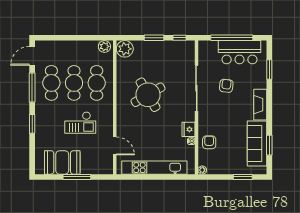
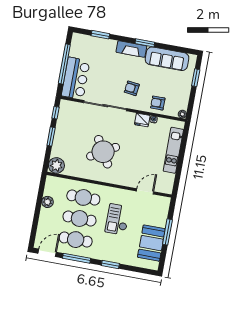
plant: (104, 46) -> (47, 202), moved
bar counter: (240, 52) -> (76, 78), moved
door: (32, 56) -> (47, 253), swing flipped
armchair: (226, 86) -> (132, 88), moved
checkout: (80, 123) -> (117, 219), turned 180
window: (269, 145) -> (145, 43), moved
kitchen unit: (154, 168) -> (173, 150), width x0.73

